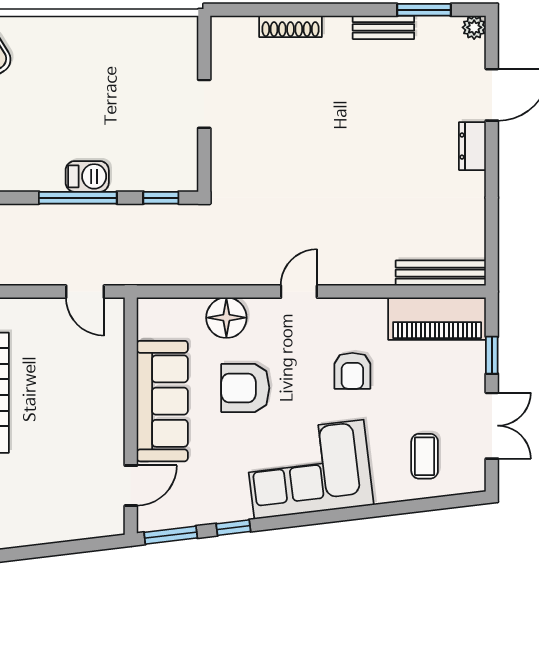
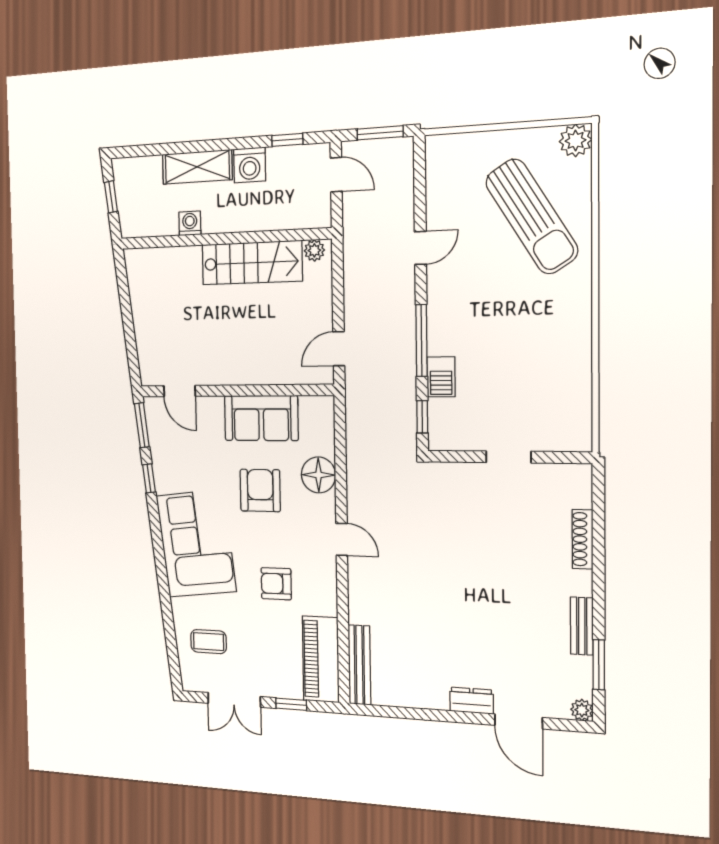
barbecue: (87, 176) -> (441, 377), moved
sofa: (162, 401) -> (261, 418), width x0.73

